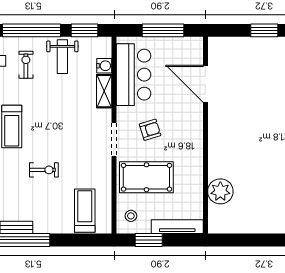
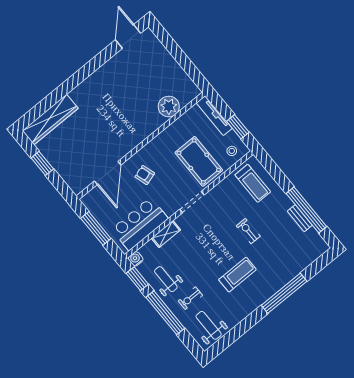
weight bench: (62, 57) -> (166, 279), turned -90
water cooler: (104, 66) -> (136, 259), moved
armchair: (150, 130) -> (145, 175), moved
treadmill: (85, 211) -> (253, 183), turned -90

